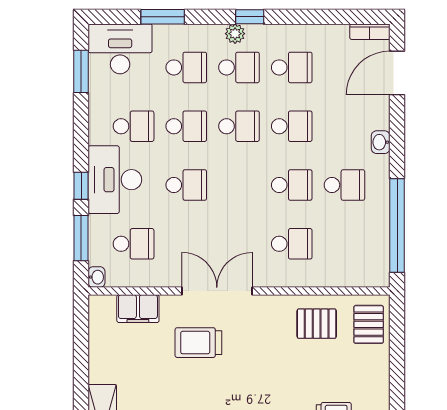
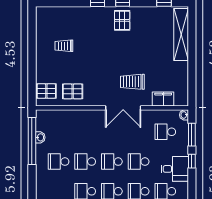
washbasin: (381, 142) -> (40, 137), moved
desk: (115, 180) -> (175, 169), width x0.73
school desk: (292, 244) -> (112, 162), moved
pallet: (369, 324) -> (46, 91), turned 90
trolley: (198, 343) -> (132, 82), turned 180

